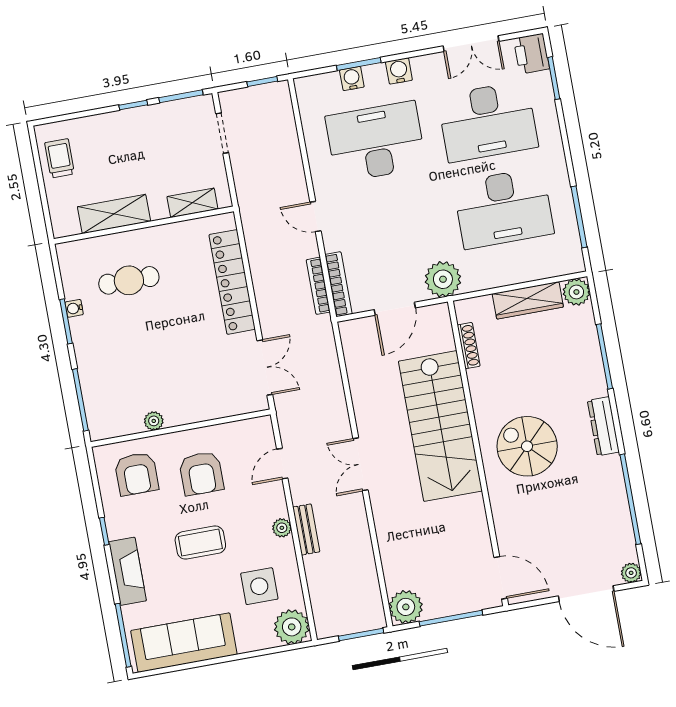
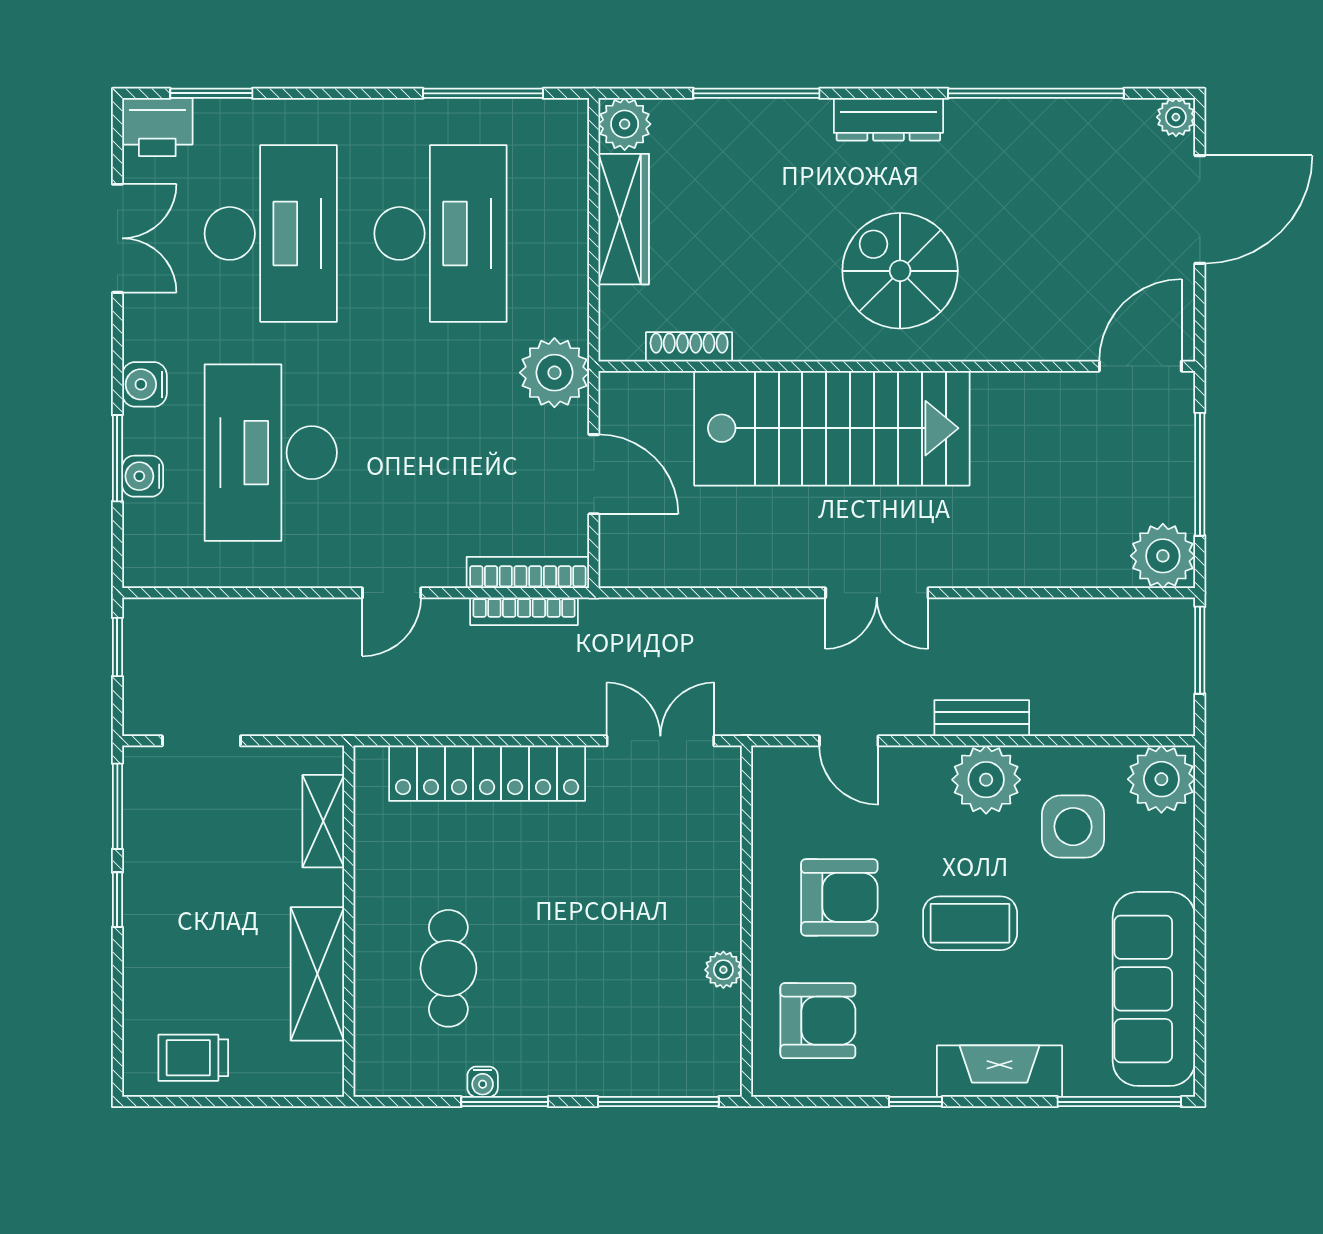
spiral stairs: (527, 446) -> (900, 271), turned 90
plant: (282, 528) -> (986, 780), width x1.87, depth x1.87
coffee table: (200, 543) -> (970, 923), turned 90

